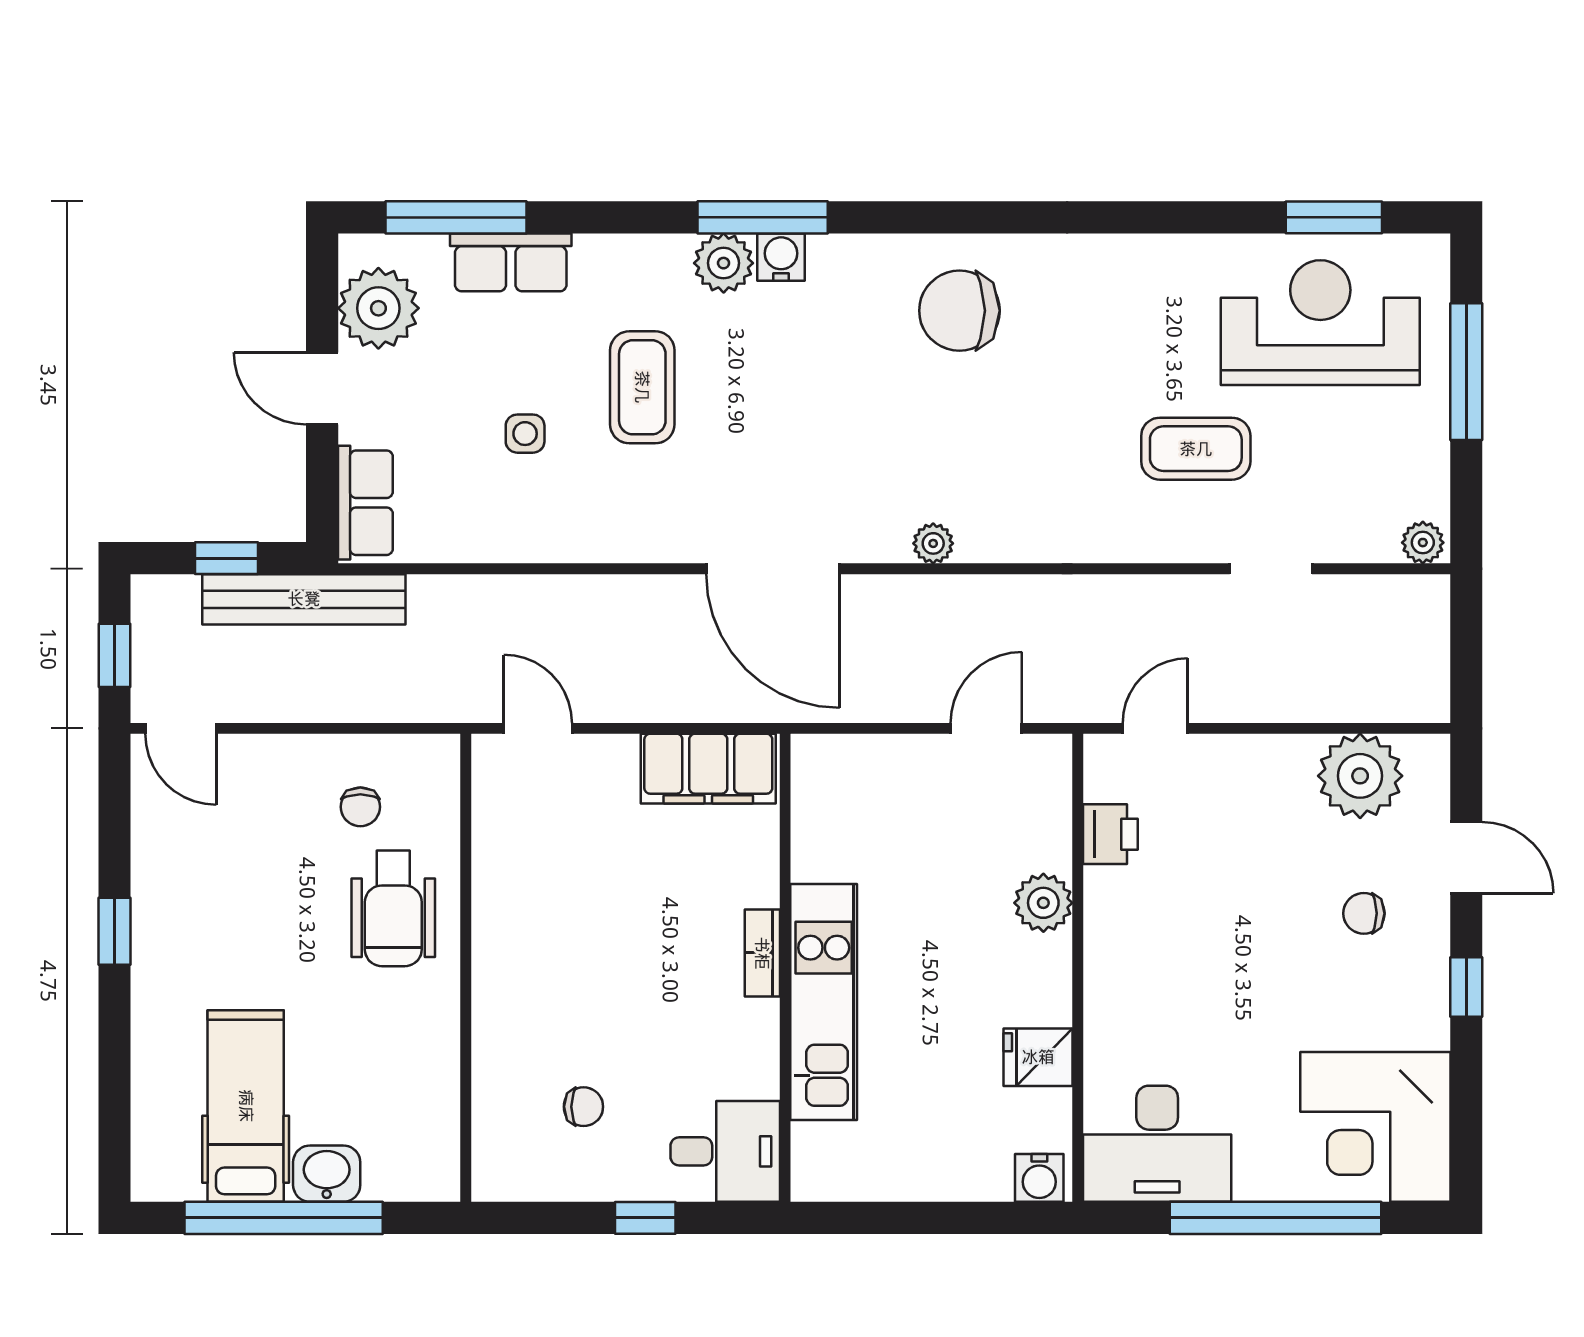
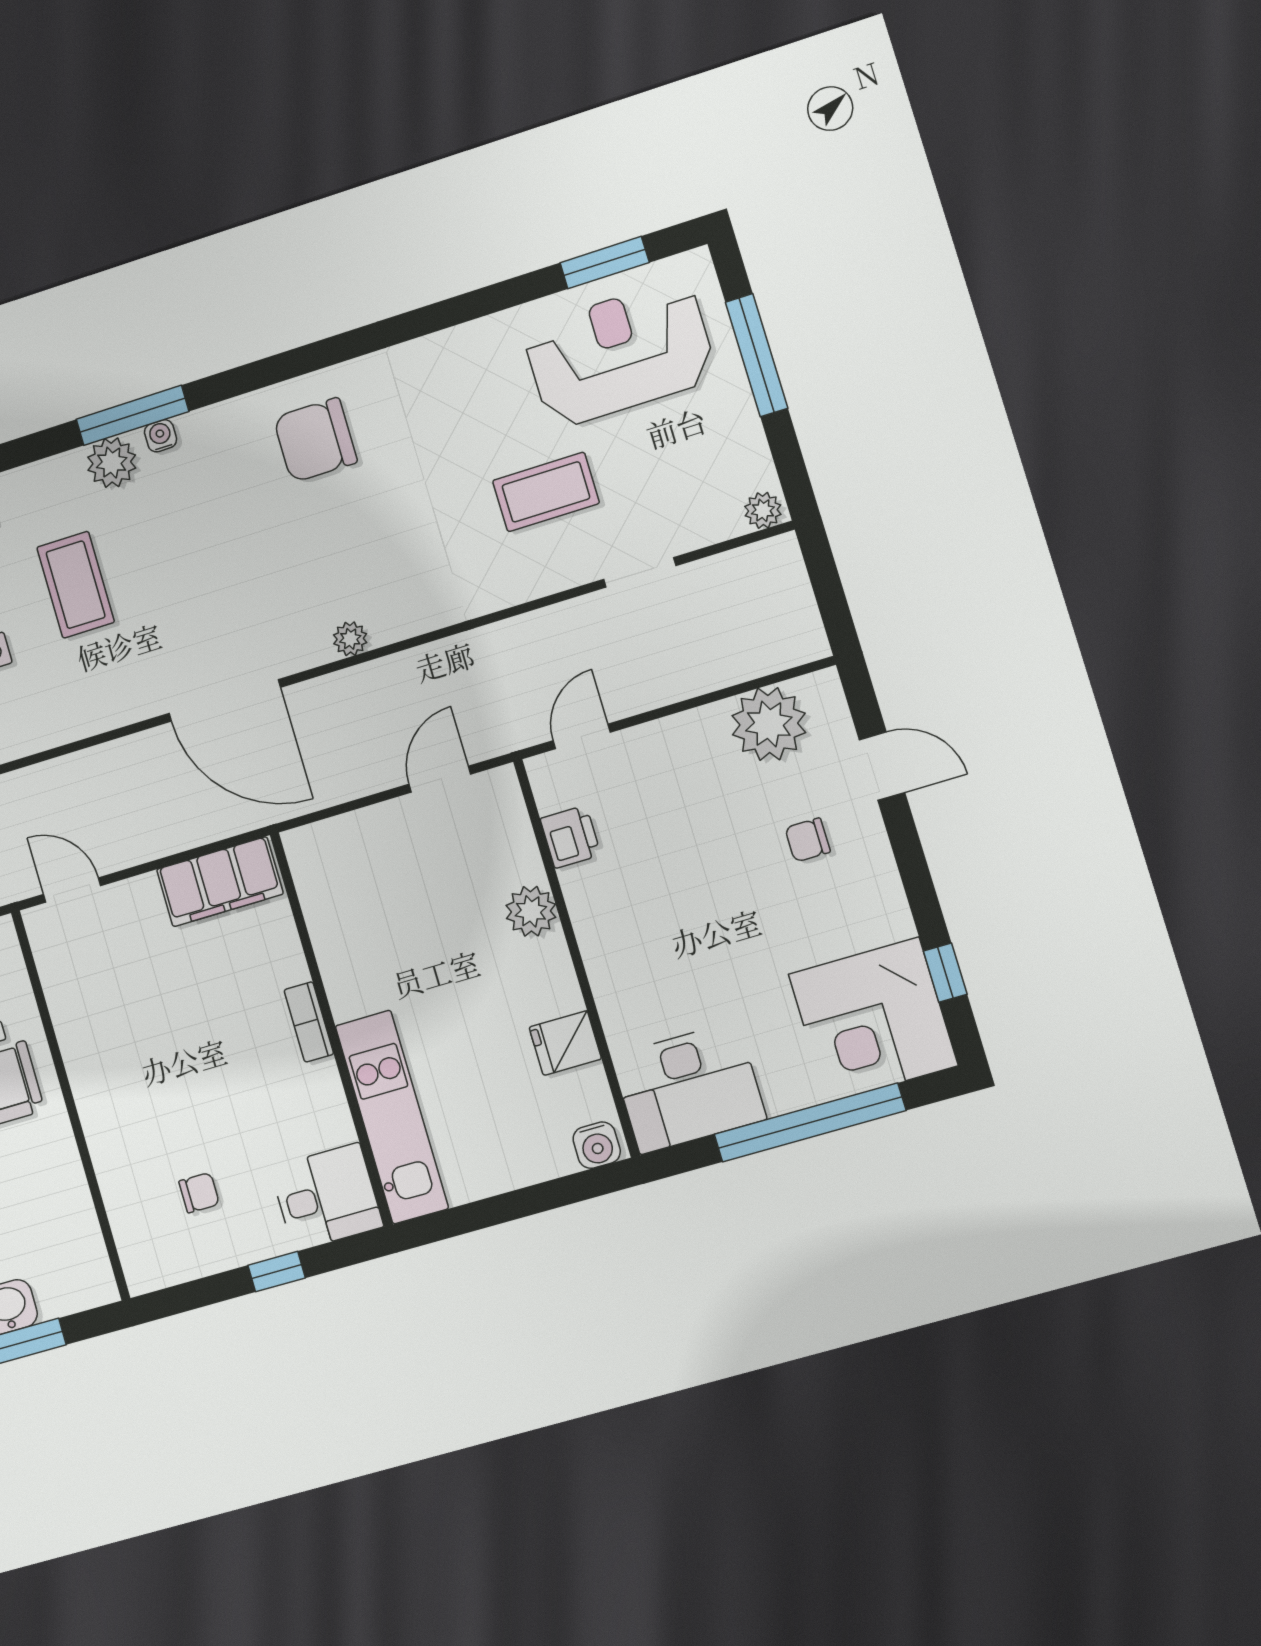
water cooler: (781, 257) -> (161, 436), width x0.72, depth x0.72
window: (1466, 987) -> (945, 973), moved
kitchen unit: (824, 1002) -> (392, 1117), moved

